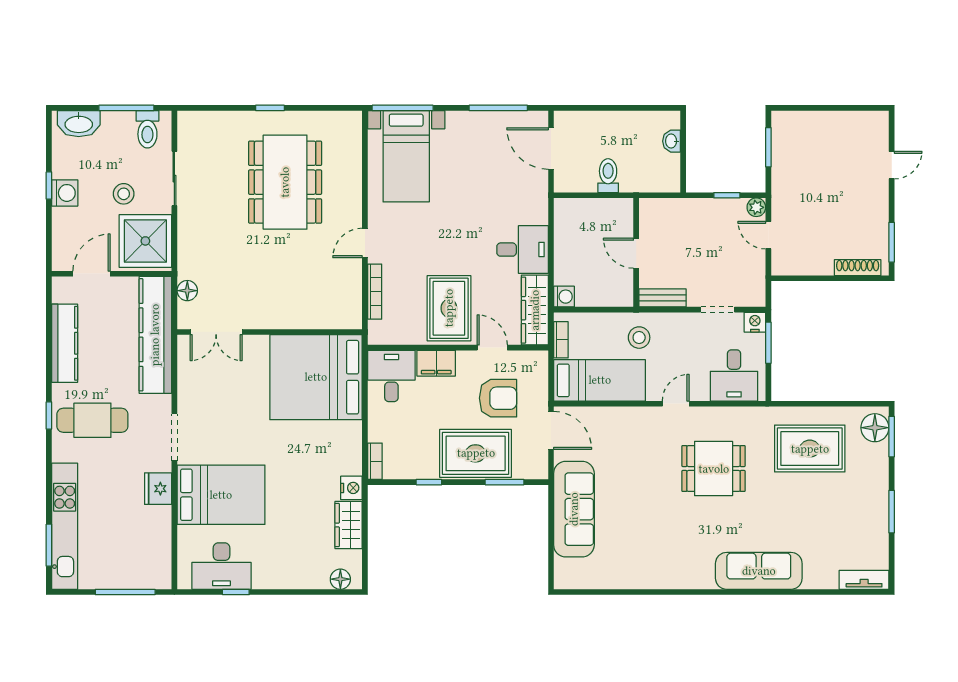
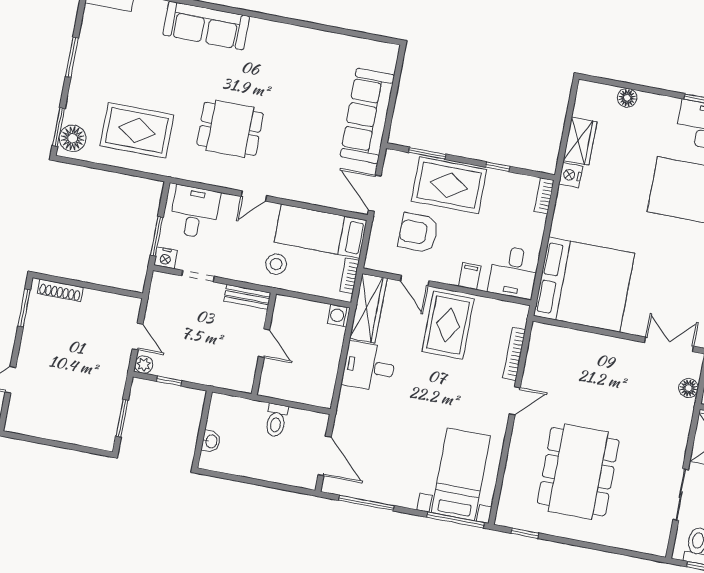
window: (270, 108) -> (525, 533), moved
filing cabinet: (436, 363) -> (470, 276), width x0.50
floor lamp: (340, 579) -> (627, 98), moved

